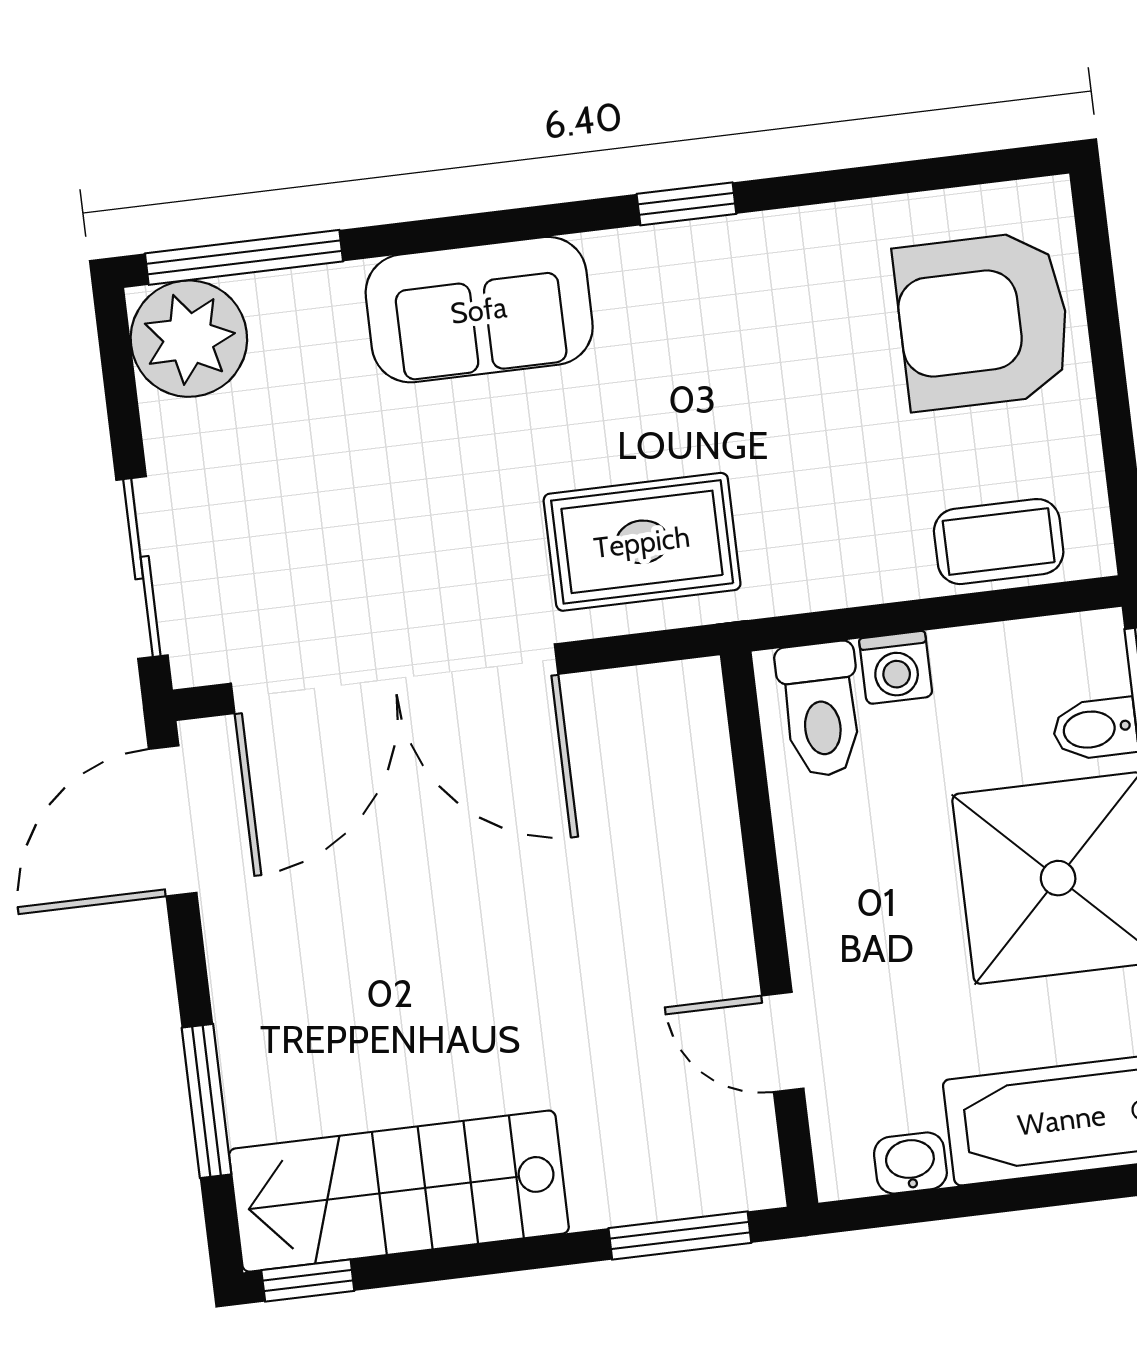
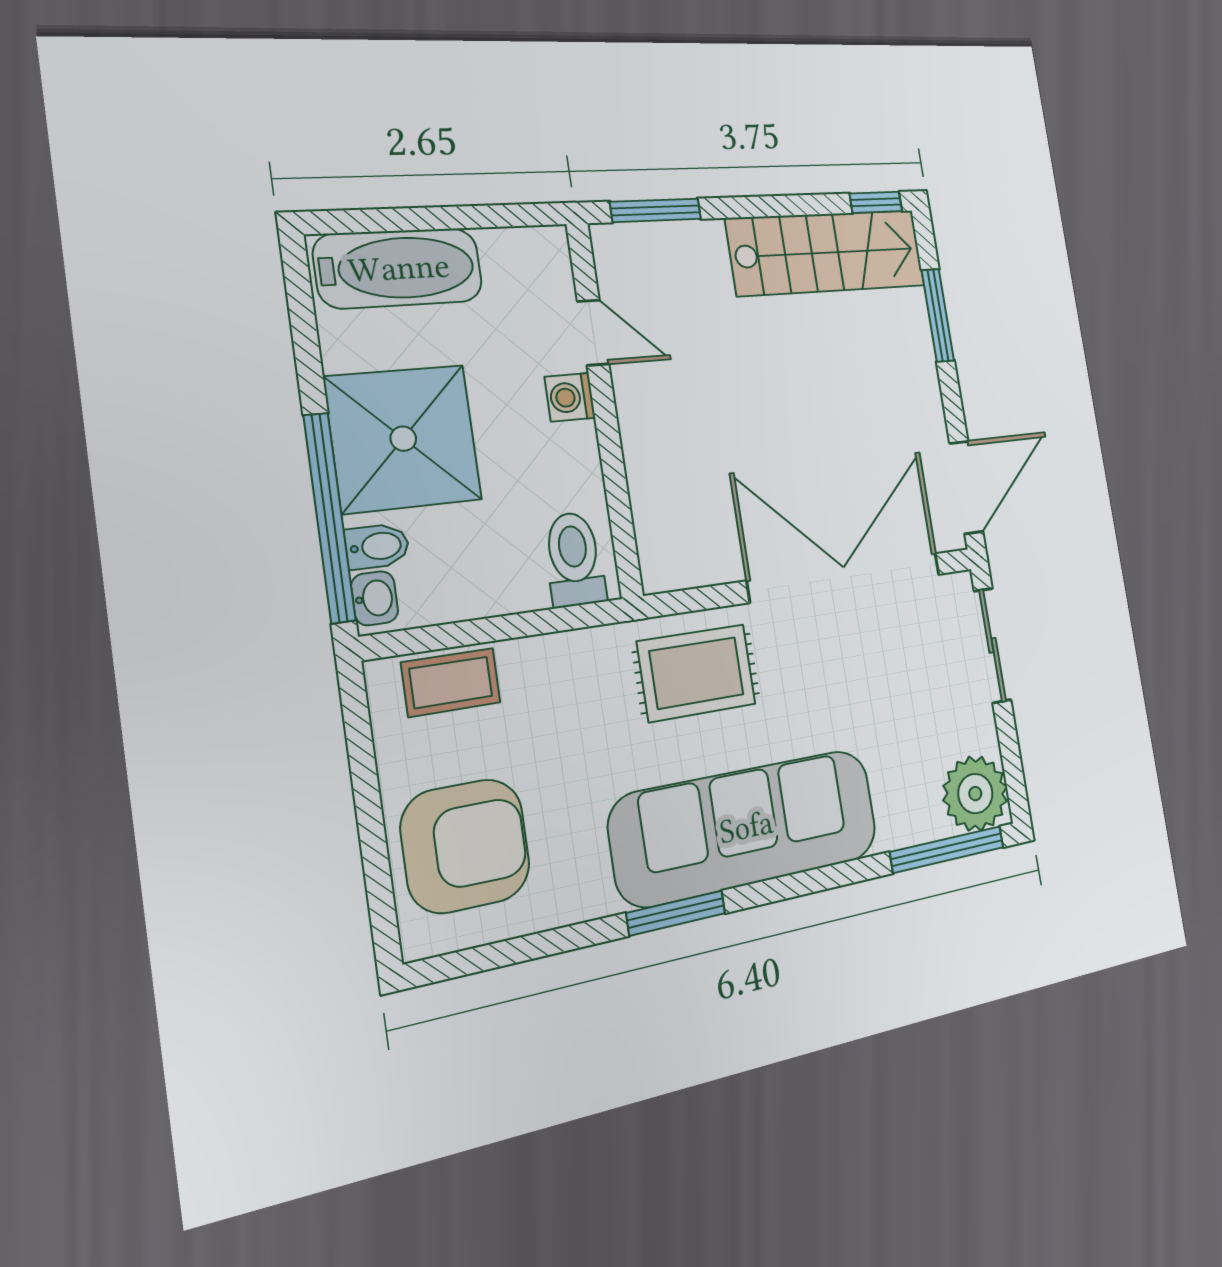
window: (686, 204) -> (676, 913), width x1.50
sofa: (479, 310) -> (746, 827), width x1.85, depth x1.27
washing machine: (896, 667) -> (570, 397), moved, turned -90
washbasin: (910, 1163) -> (375, 598), moved, turned -90

